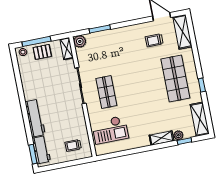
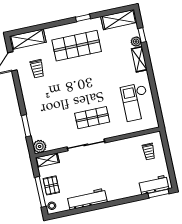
workbench: (35, 118) -> (87, 199), moved
checkout: (110, 130) -> (136, 102), moved, turned 180

